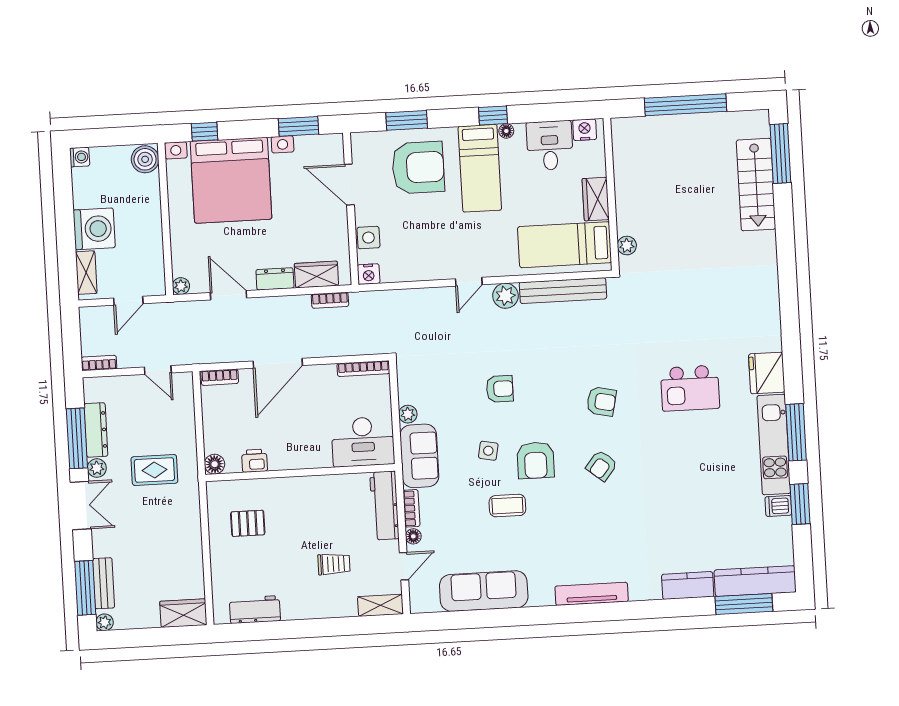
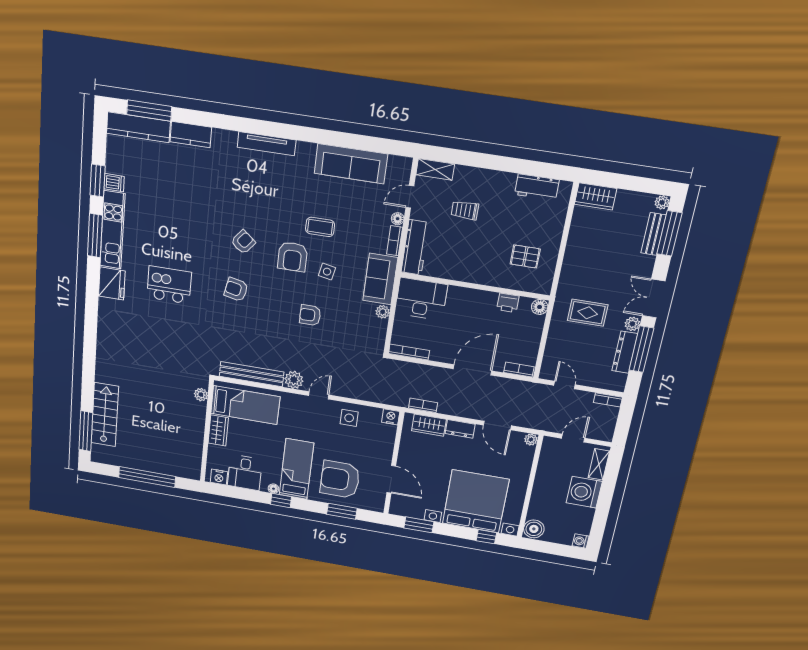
side table: (368, 238) -> (349, 418), moved
armchair: (536, 460) -> (293, 257), turned 180

